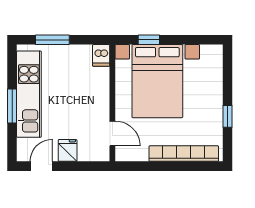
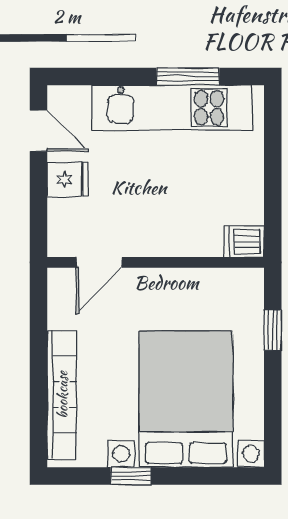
window: (52, 40) -> (273, 151), removed
bed with nightstands: (157, 81) -> (186, 399), moved, turned 90
window: (12, 106) -> (188, 76), moved

